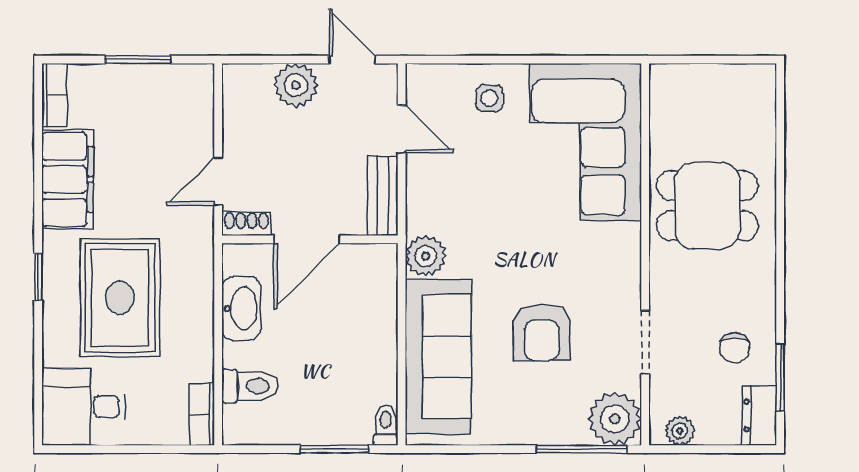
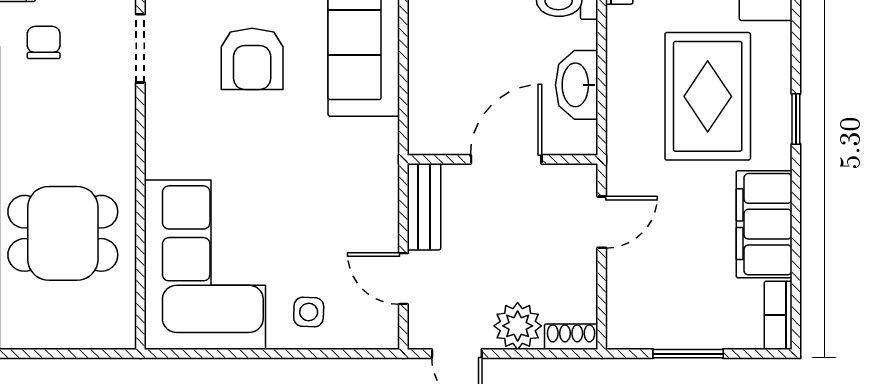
dining table: (707, 206) -> (63, 233), moved
shoe rack: (246, 224) -> (571, 337), moved, turned 180
plant: (426, 256) -> (377, 142), removed
armchair: (542, 332) -> (252, 59), turned 180

